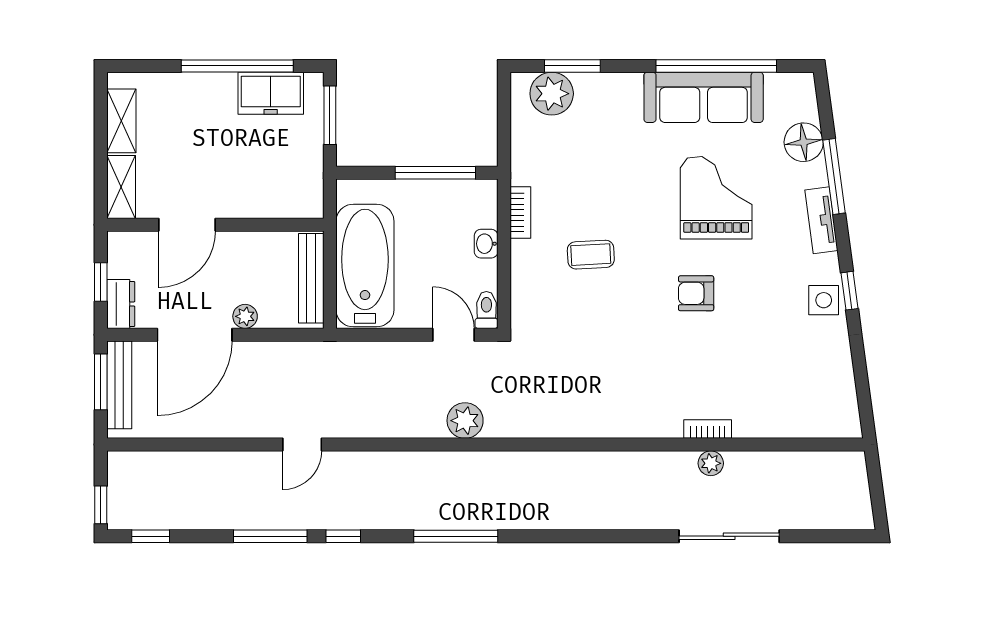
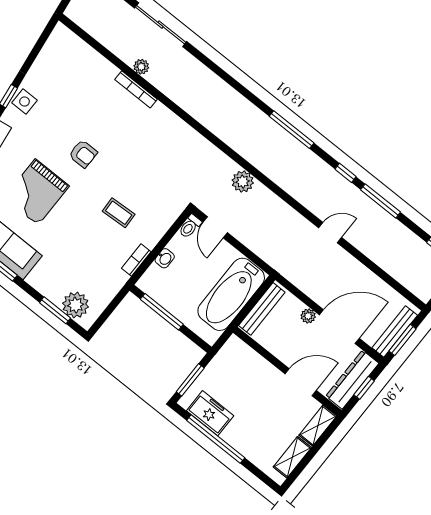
dresser: (121, 304) -> (352, 380), width x1.96, depth x1.24
bookcase: (708, 429) -> (136, 89), width x1.56

